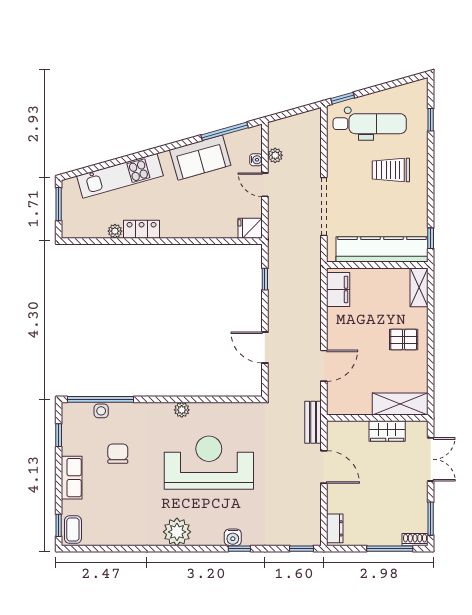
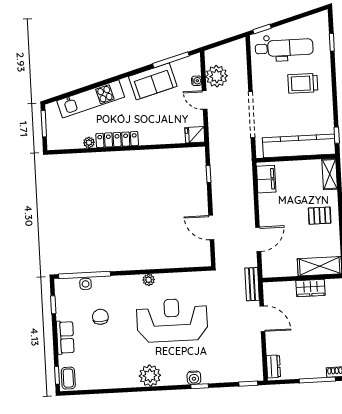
plant: (275, 155) -> (217, 76), width x1.88, depth x1.88
locker: (142, 229) -> (117, 140), width x1.53

